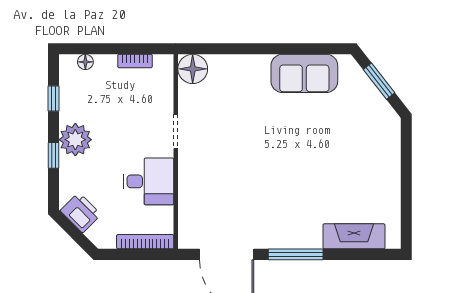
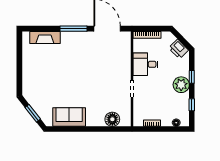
floor lamp: (193, 69) -> (112, 119), moved

